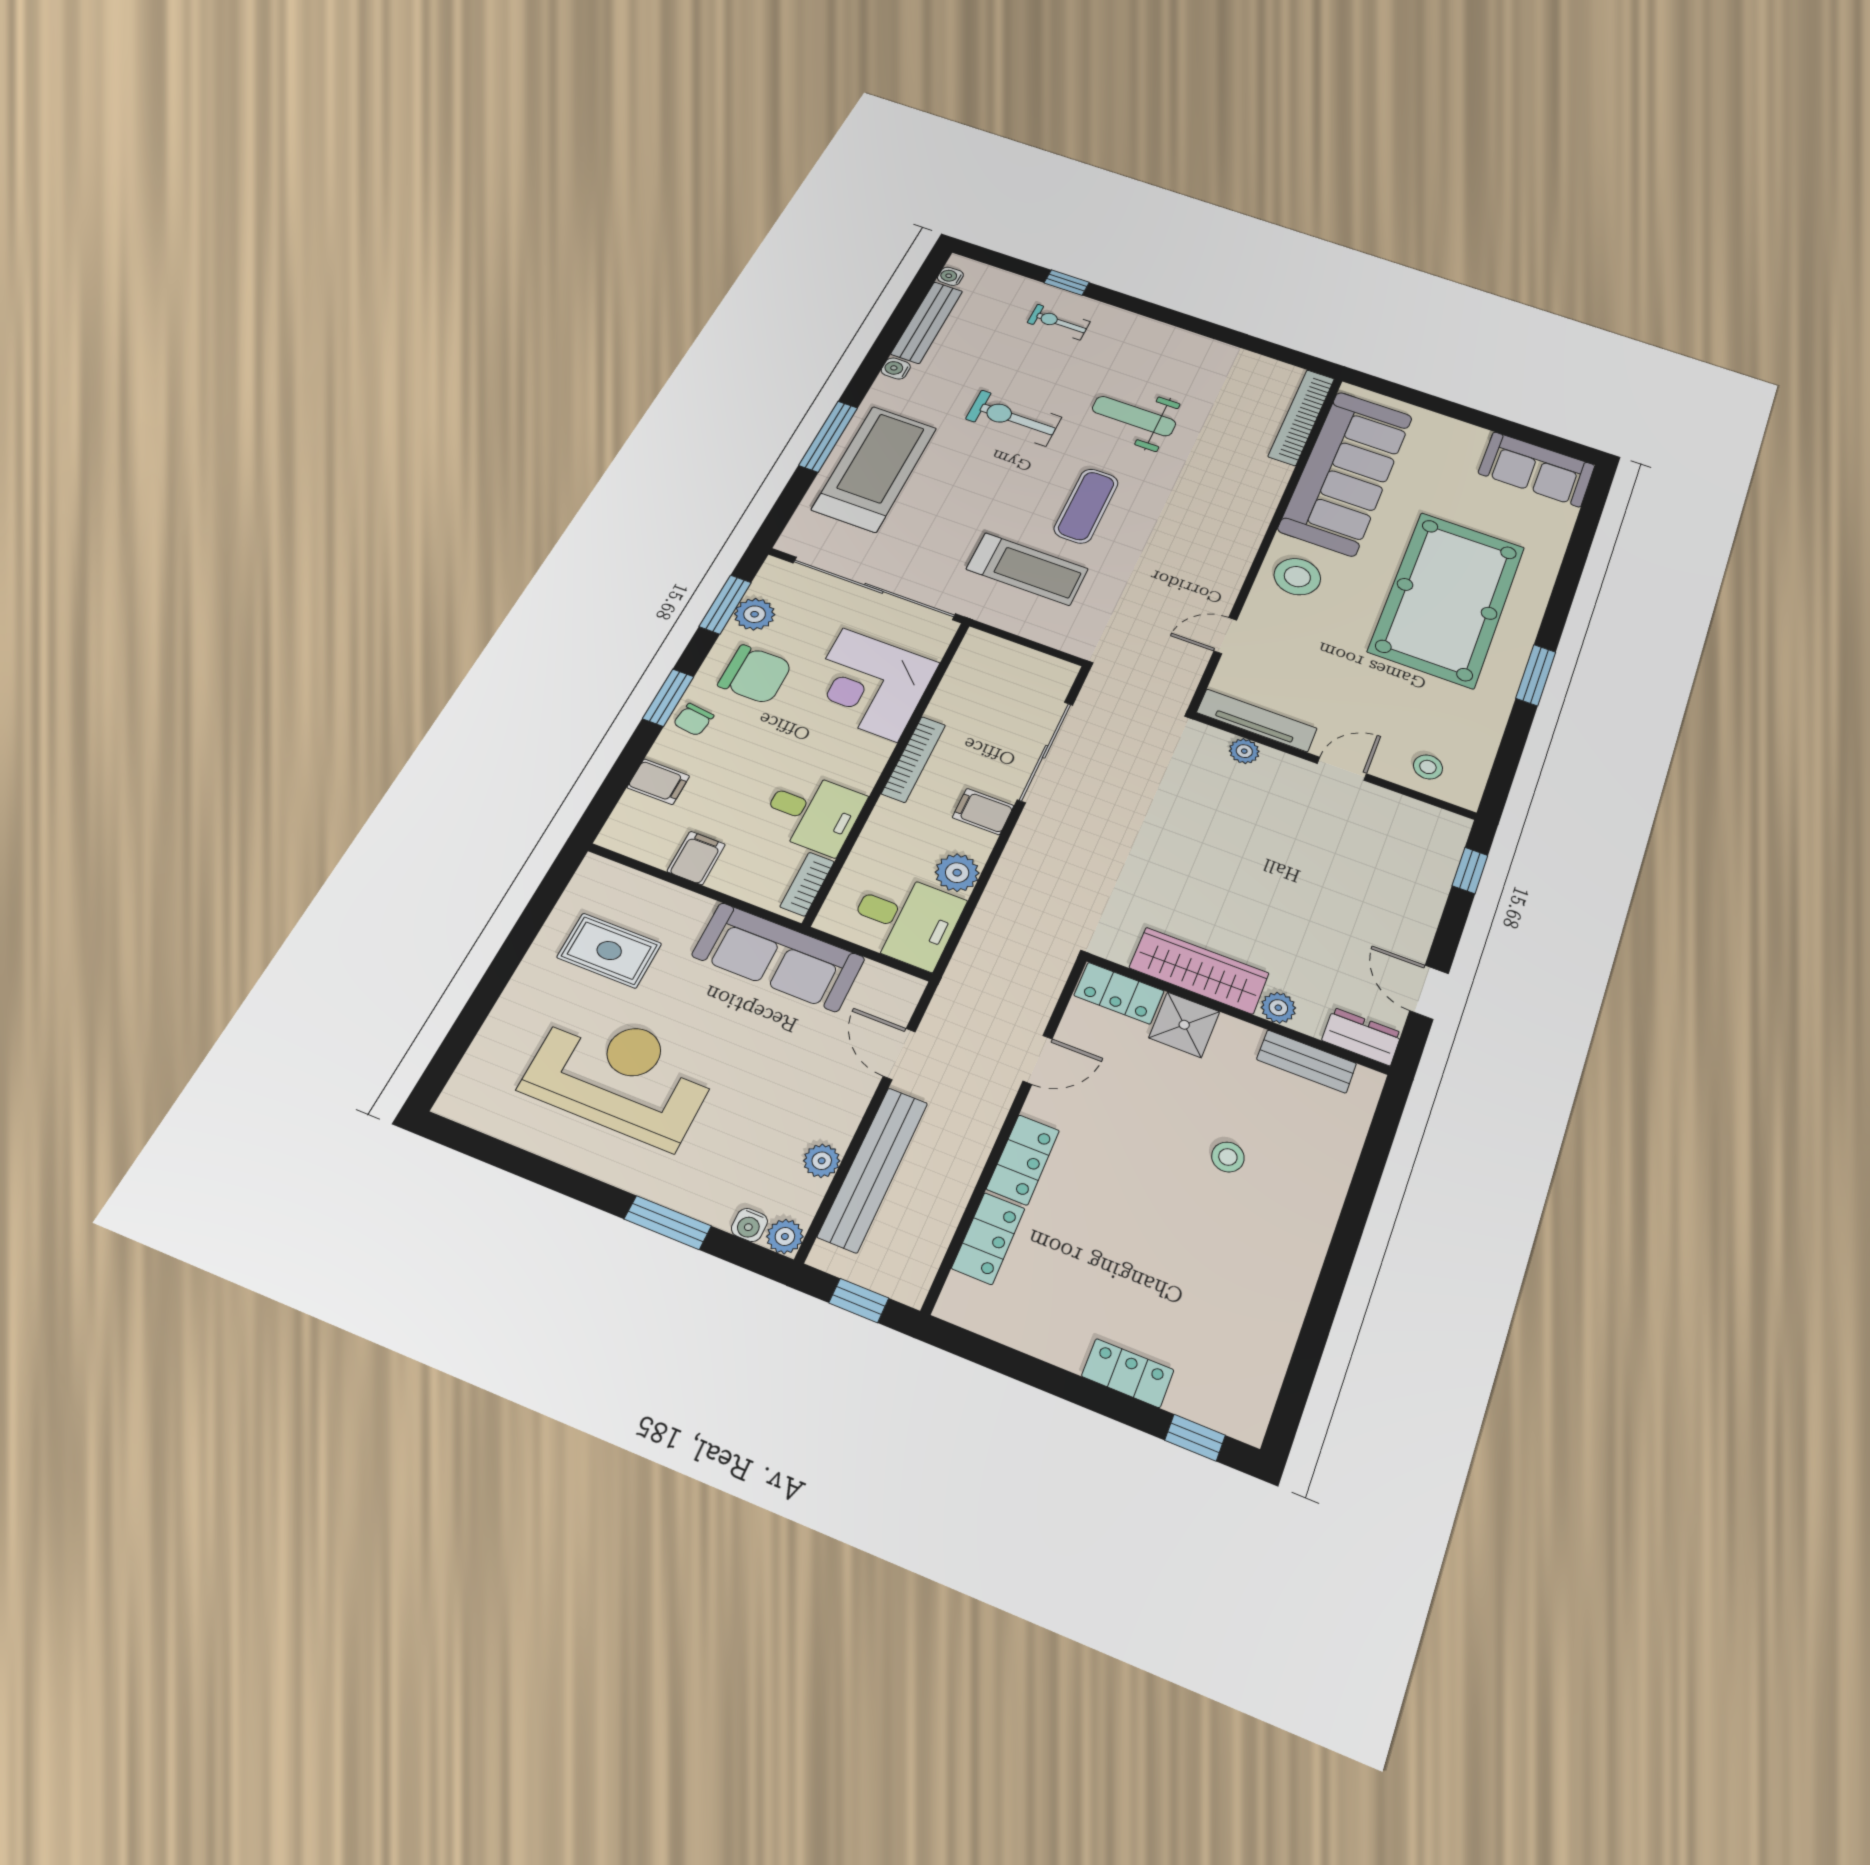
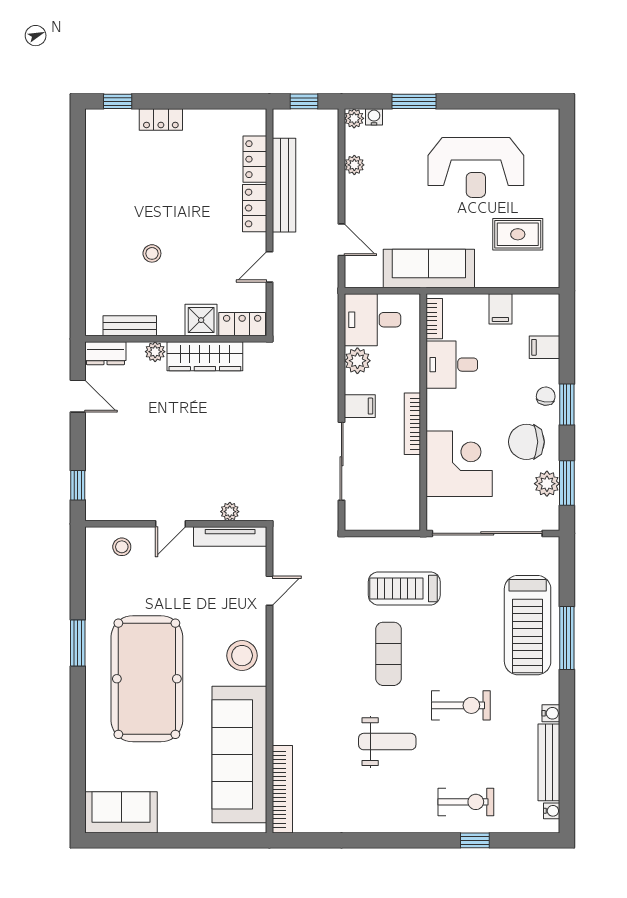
exercise bike: (1059, 322) -> (466, 802), width x1.38, depth x1.39
bench: (873, 1169) -> (284, 185), moved

